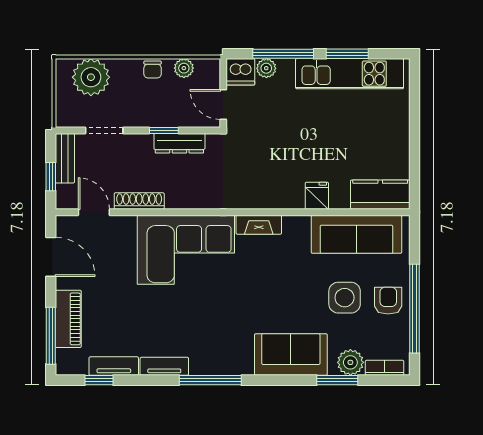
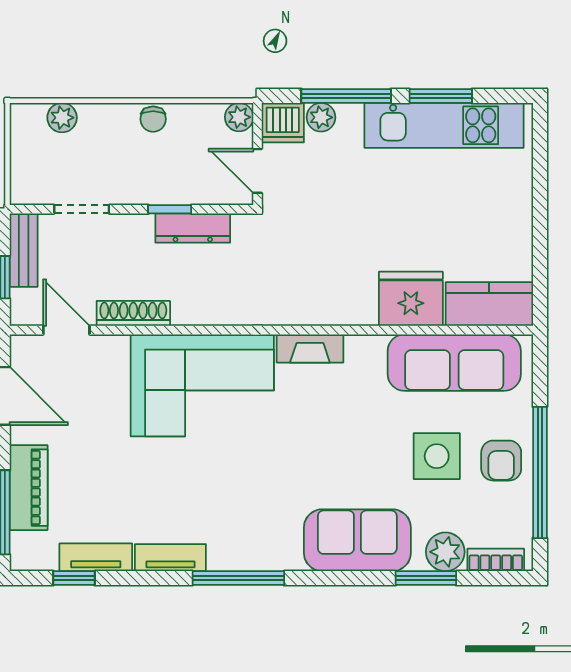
plant: (184, 68) -> (239, 117), moved
plant: (91, 77) -> (62, 118), width x0.53, depth x0.53
fridge: (317, 196) -> (411, 299), width x1.88, depth x1.34
armchair: (388, 301) -> (501, 461), turned 180

